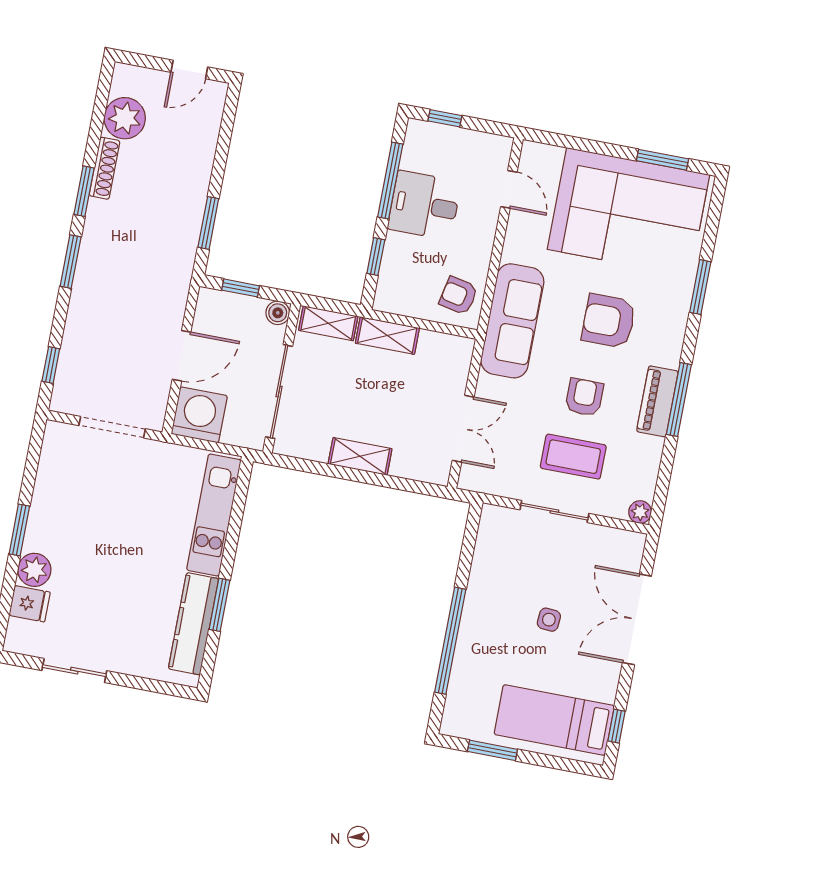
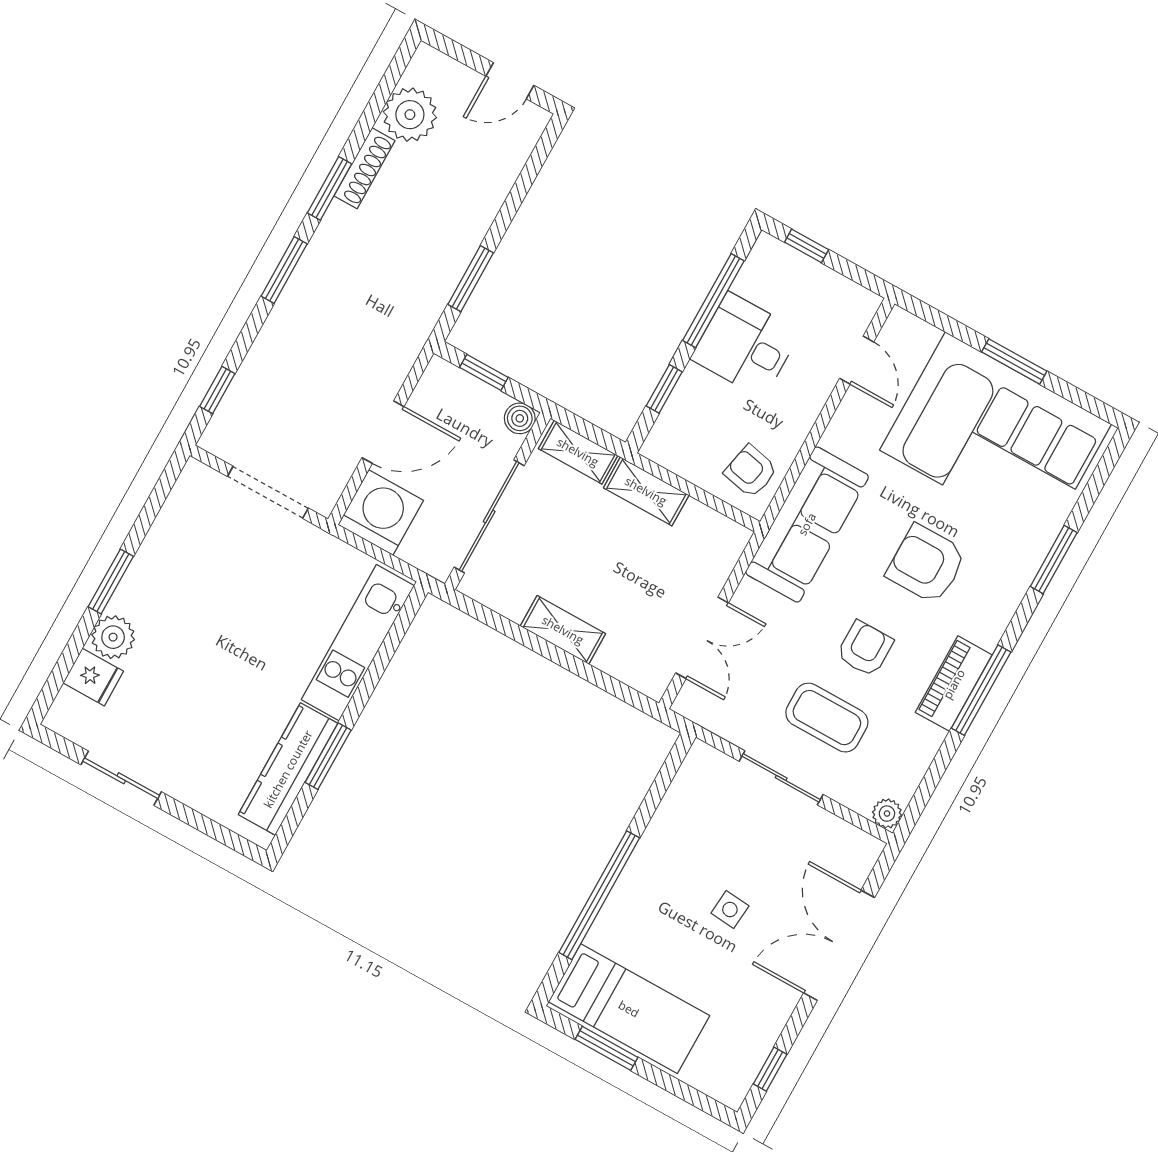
window: (663, 160) -> (1014, 361), moved
bed: (554, 720) -> (629, 1009), moved, turned 180

